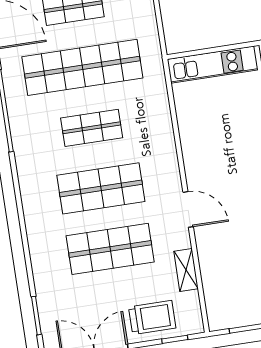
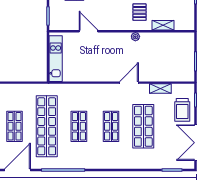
shop shelf: (101, 188) -> (111, 126), width x0.70, depth x0.74
trolley: (152, 318) -> (182, 110), turned 180

